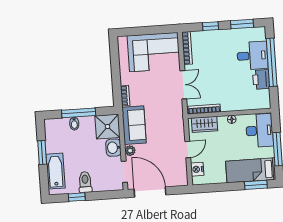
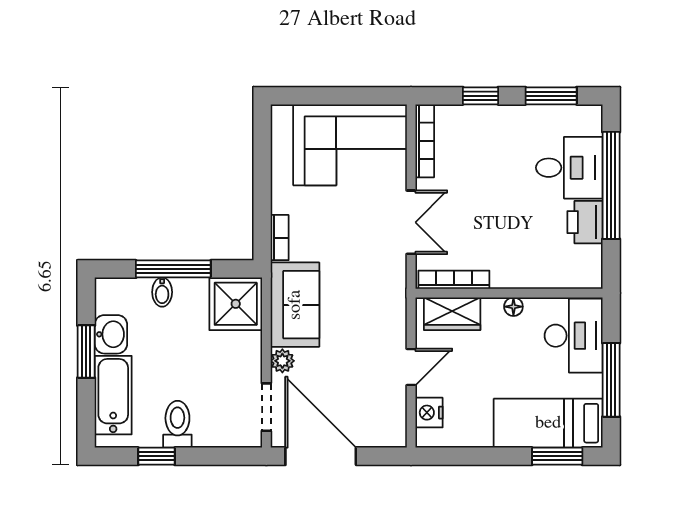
washbasin: (113, 148) -> (111, 334), moved, turned 180

